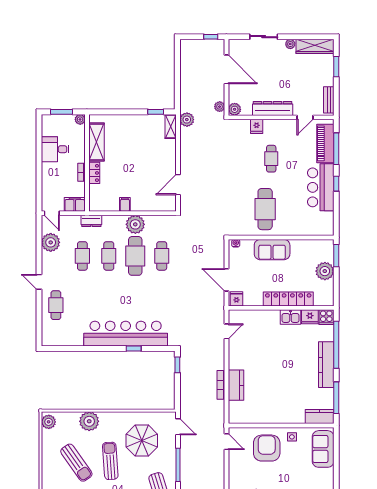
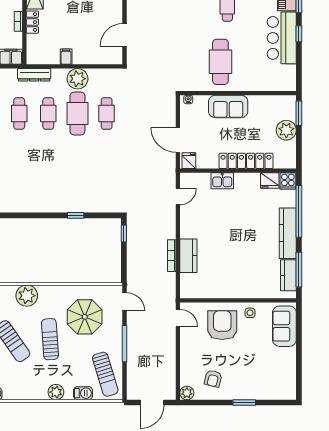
dresser: (91, 221) -> (34, 75), width x1.44
kitchen sink: (290, 317) -> (222, 181), moved
bar counter: (126, 334) -> (67, 199), removed
kitchen counter: (320, 417) -> (288, 275), moved, turned -90

